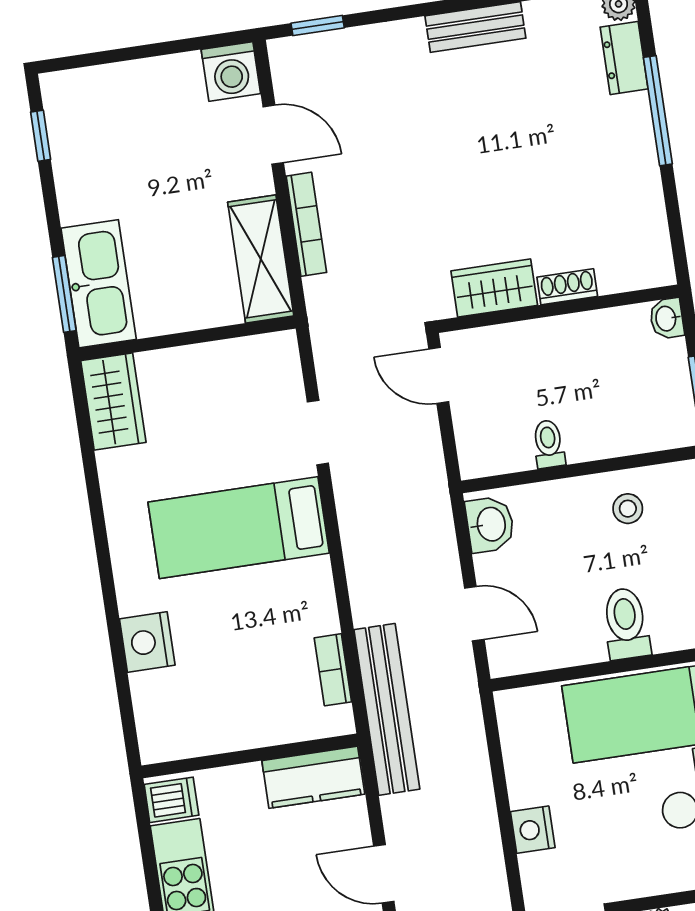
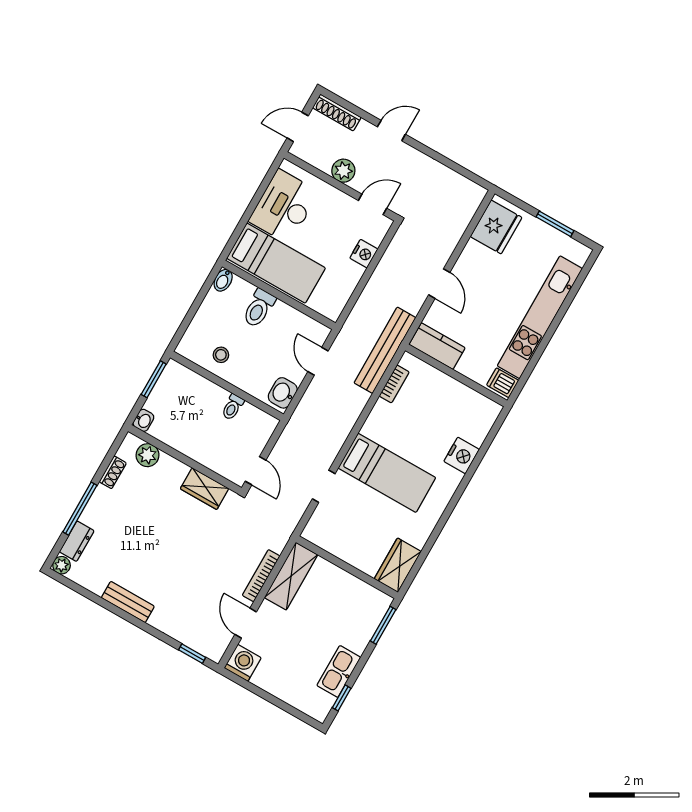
plant: (620, 271) -> (147, 455), added
kitchen sink: (99, 284) -> (339, 671), moved, width x0.73, depth x0.81
shoe rack: (567, 287) -> (113, 472), moved, turned -90

